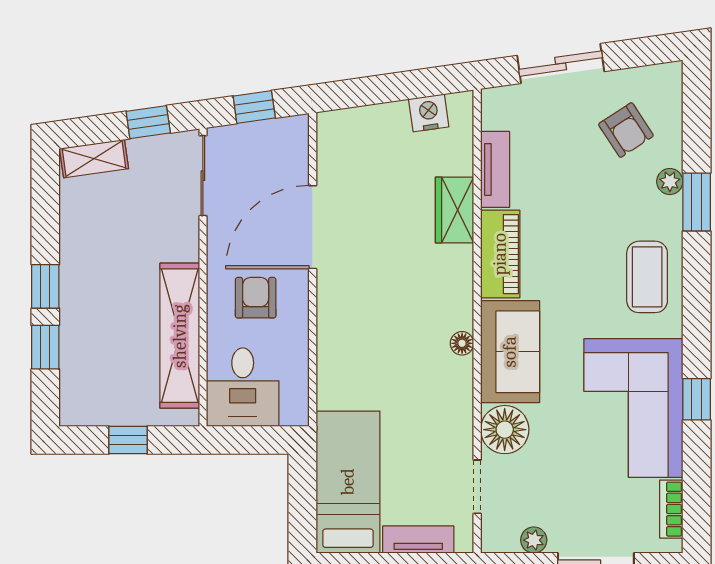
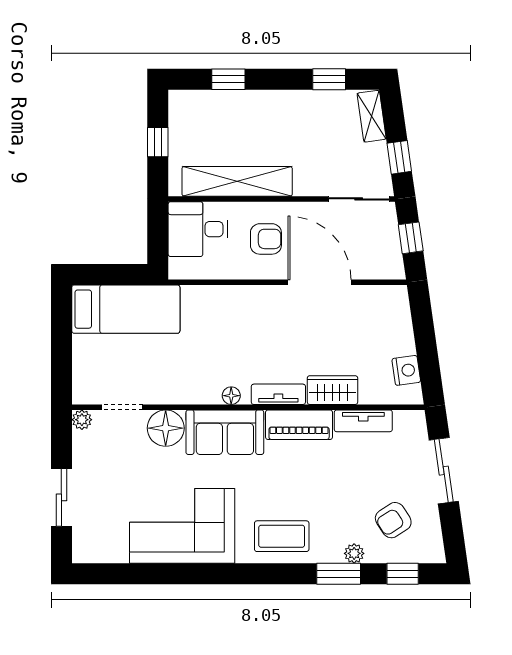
window: (45, 286) -> (329, 79), moved
window: (697, 399) -> (403, 574), moved
bookcase: (671, 509) -> (105, 555), removed
tv unit: (418, 540) -> (278, 394), moved, turned -90
plant: (534, 540) -> (82, 420), moved

